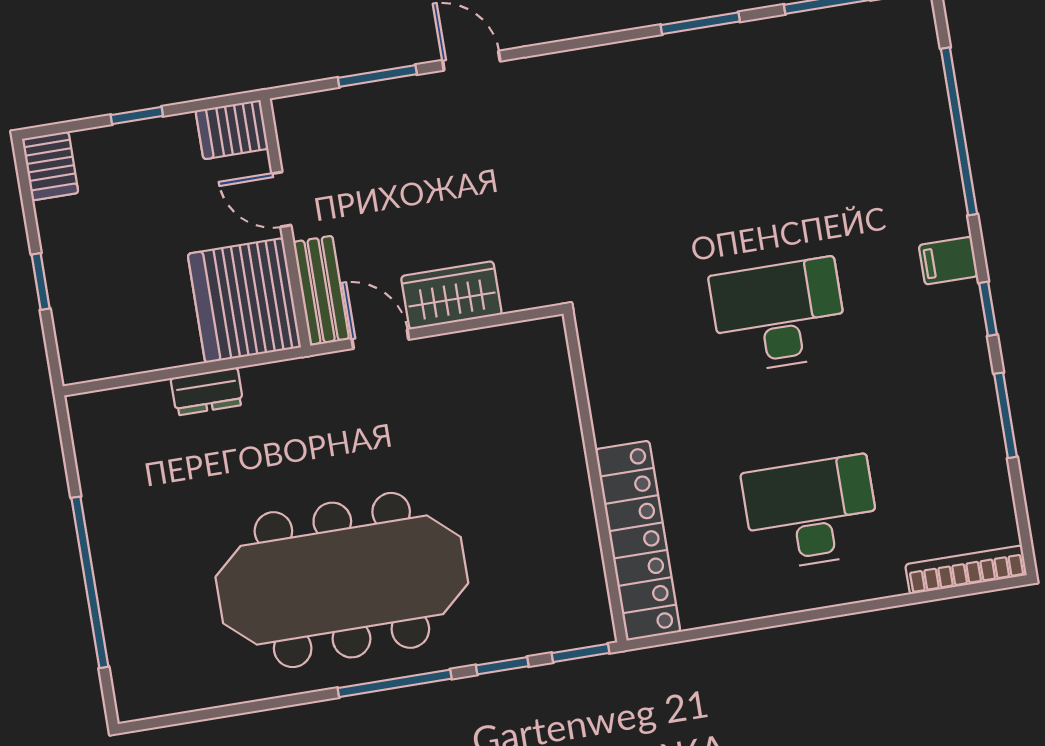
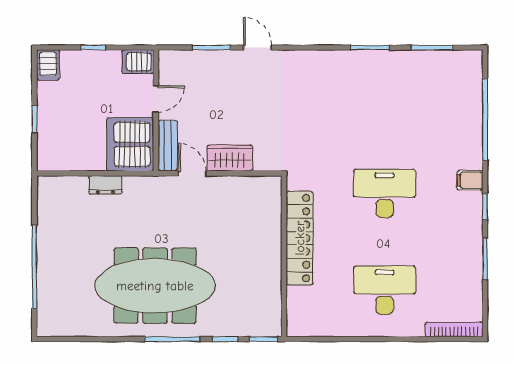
door: (281, 199) -> (156, 99), swing flipped
locker: (638, 541) -> (300, 238), moved

